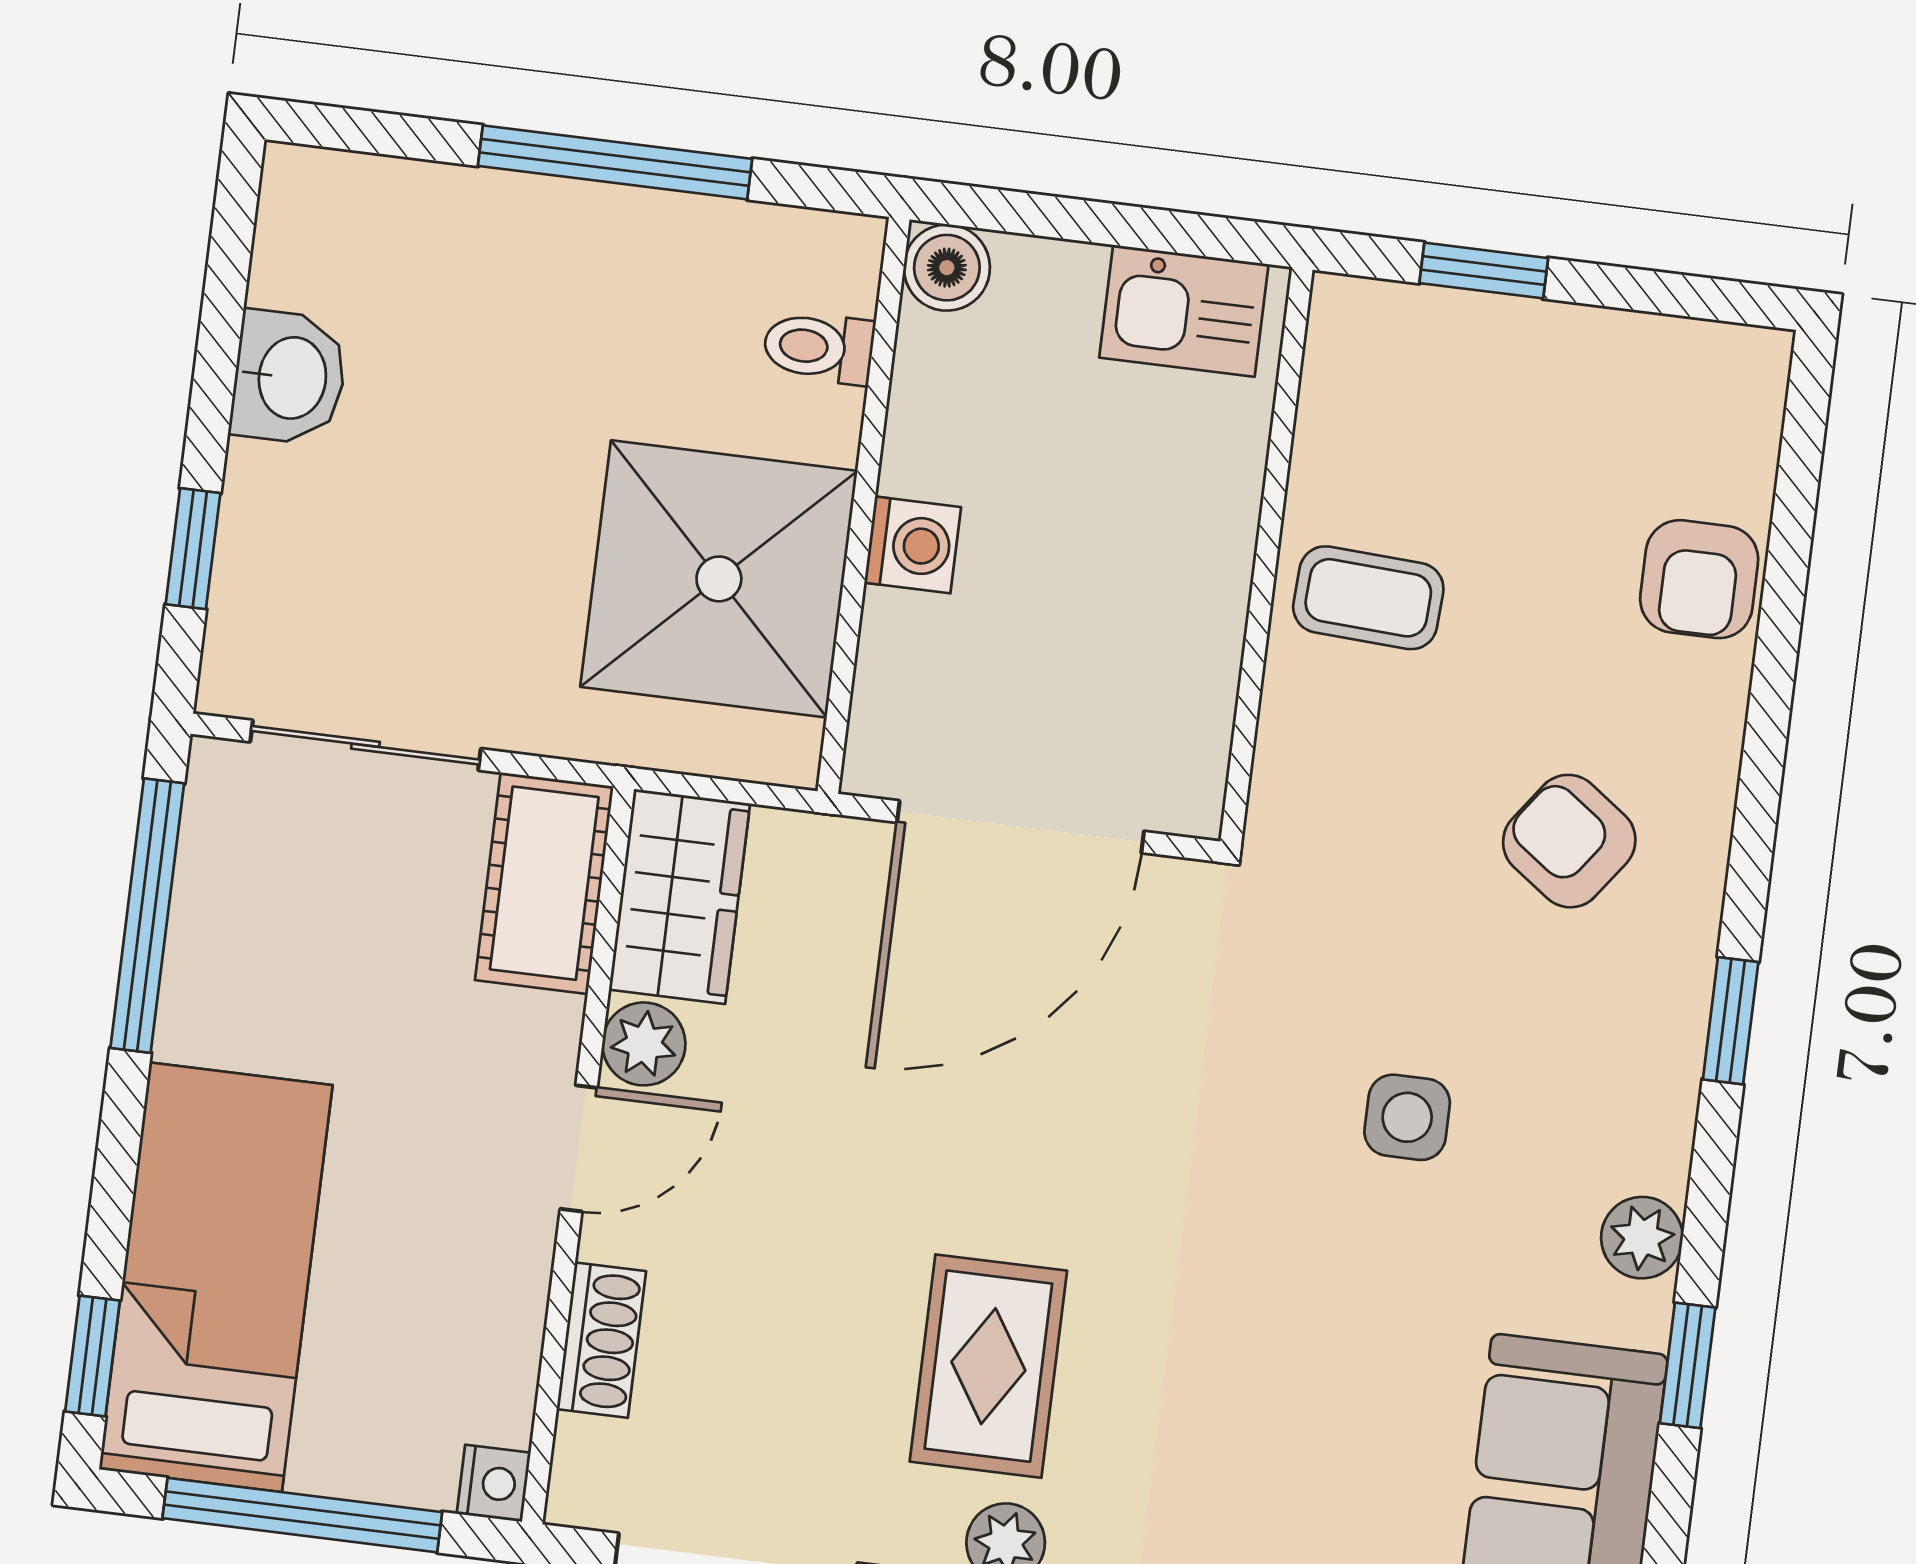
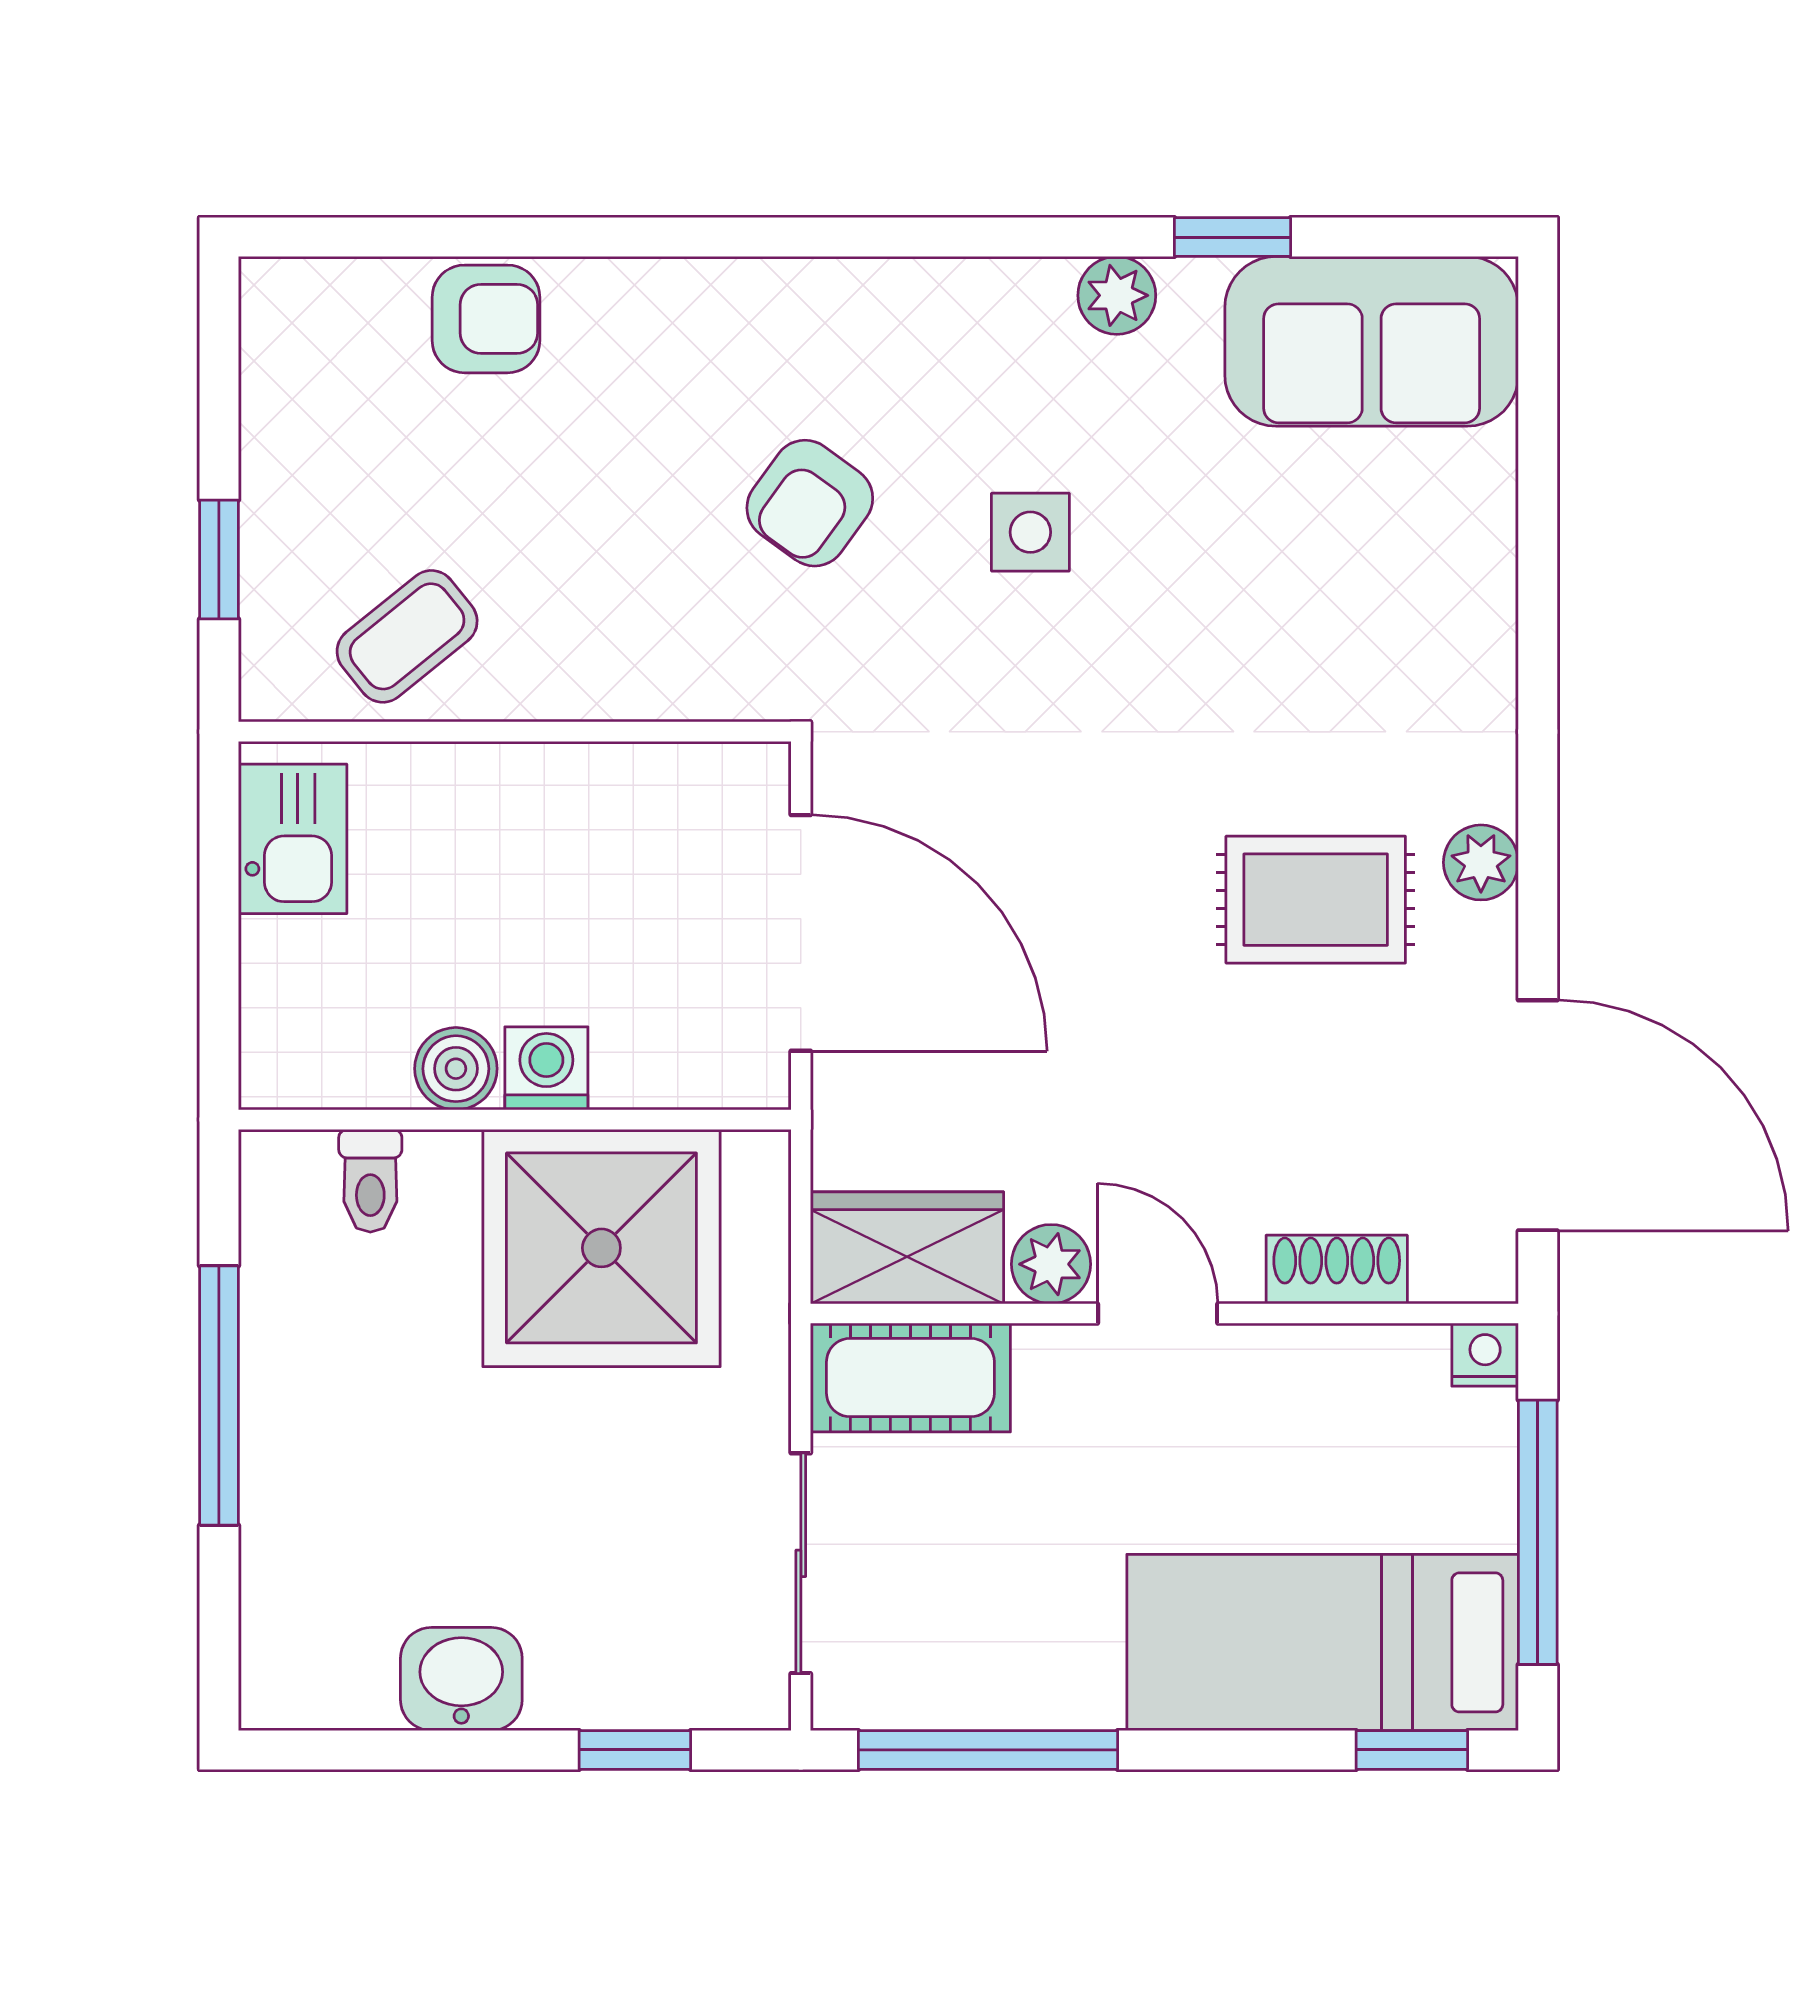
boiler: (947, 268) -> (456, 1069), moved
coffee table: (1368, 598) -> (407, 636), moved, turned 48
armchair: (1569, 841) -> (810, 503), moved
window: (1731, 1021) -> (901, 237), removed

